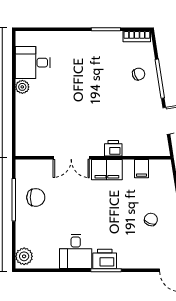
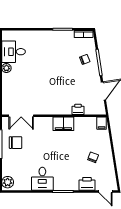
printer: (113, 148) -> (78, 109), moved
double door: (71, 158) -> (21, 116), moved
filing cabinet: (142, 169) -> (102, 123), moved
printer: (105, 259) -> (87, 184), moved

